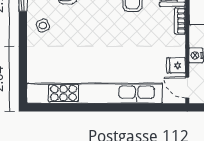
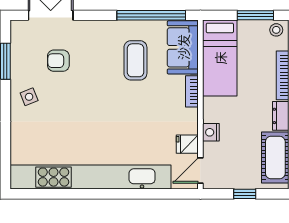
door: (187, 88) -> (200, 170), hinge flipped

